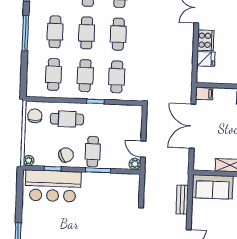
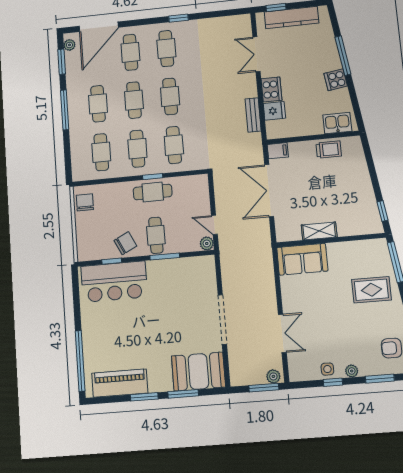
cafe table: (67, 119) -> (153, 192), moved
plant: (29, 161) -> (83, 255), removed
bench: (182, 200) -> (253, 115), moved

